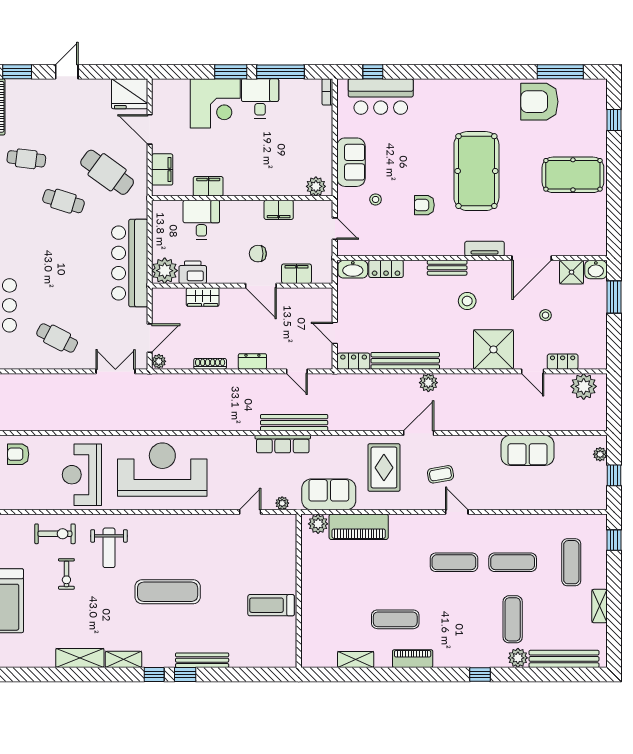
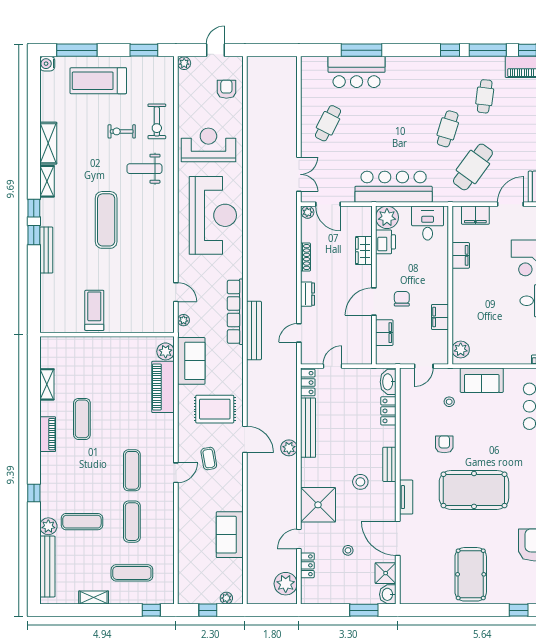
desk: (201, 220) -> (428, 223), moved, turned -90
row of seats: (283, 444) -> (235, 312), width x1.36

